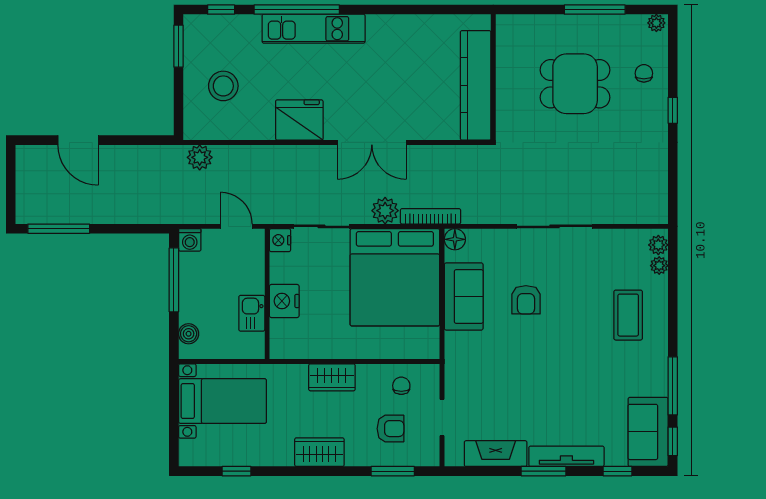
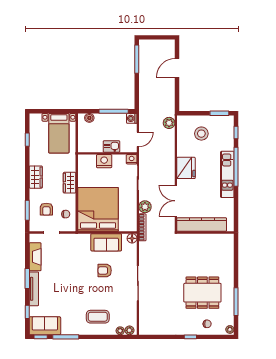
wall: (493, 77) -> (205, 232), moved
dining table: (575, 84) -> (202, 293), width x1.38
kitchen counter: (476, 85) -> (202, 224), moved
bed: (395, 277) -> (98, 209), moved, turned 90
kitchen sink: (252, 313) -> (111, 146), moved

